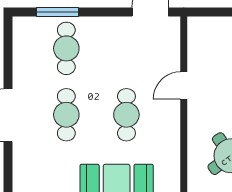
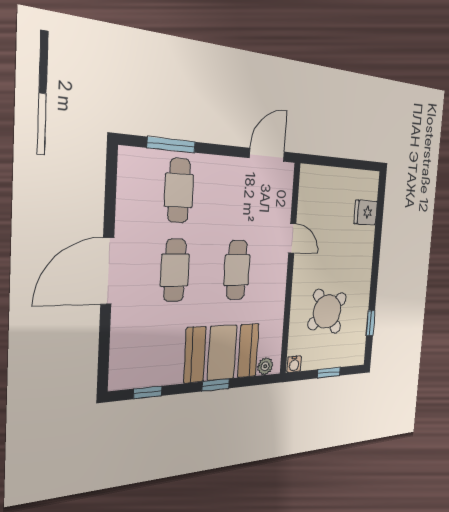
door: (184, 85) -> (292, 238), swing flipped

